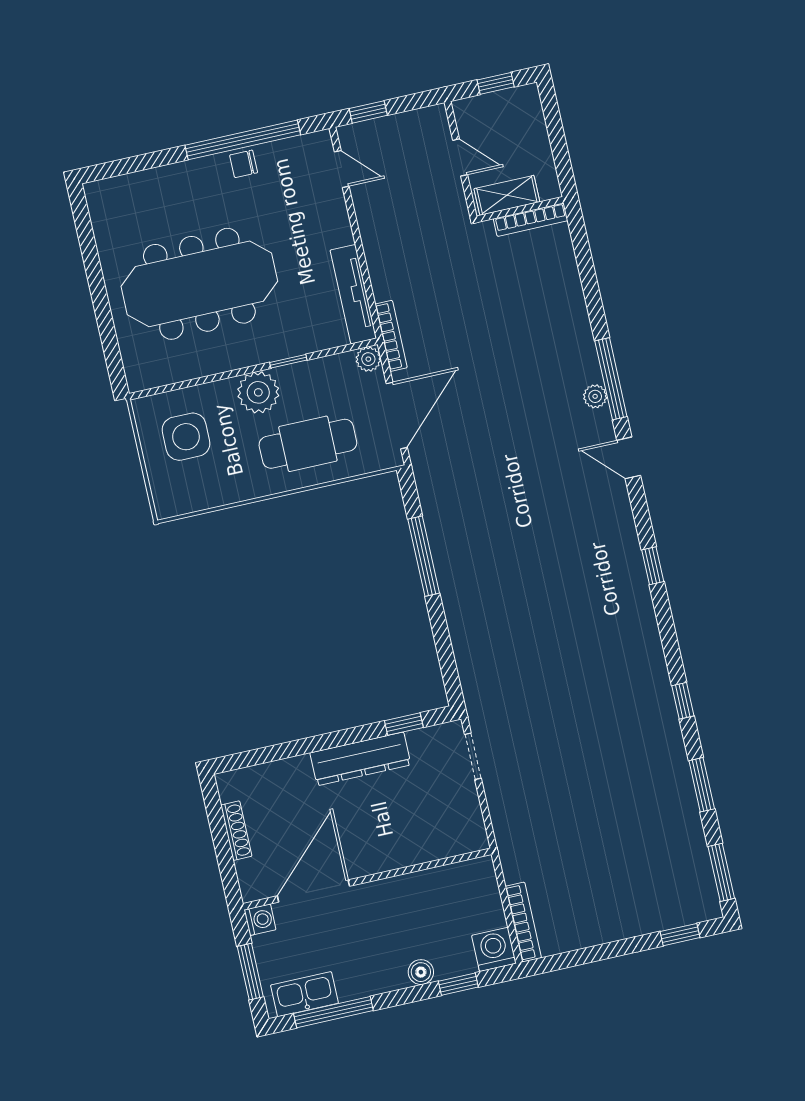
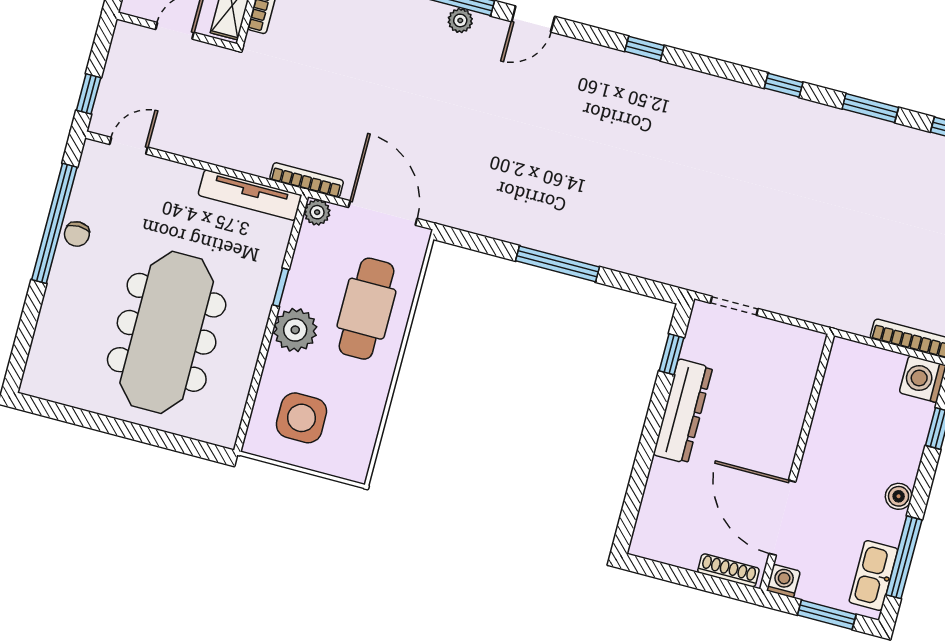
window: (424, 556) -> (557, 264), moved
shoe rack: (236, 831) -> (728, 570), moved
boiler: (421, 972) -> (899, 496), moved

